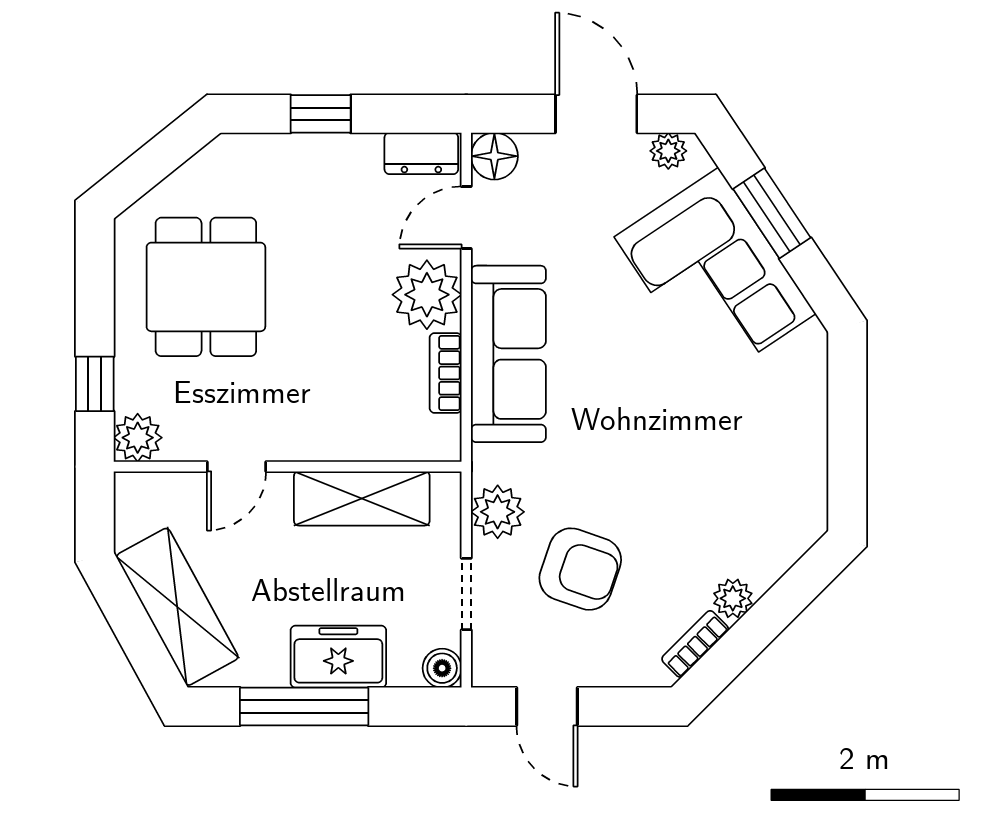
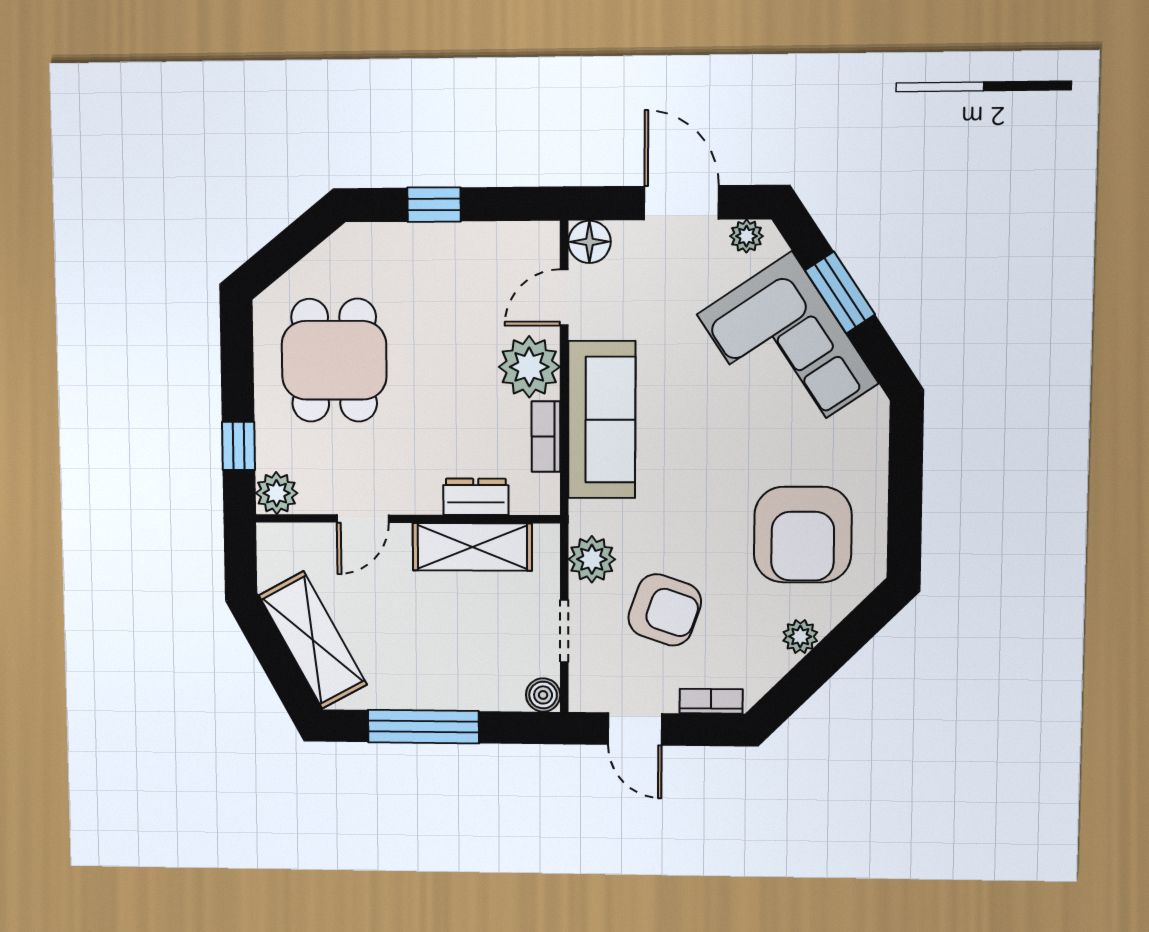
dresser: (421, 153) -> (476, 497), moved, turned 180
armchair: (734, 483) -> (803, 535), added
bookcase: (695, 644) -> (711, 701), moved, turned 45
freezer: (338, 657) -> (453, 684), removed

